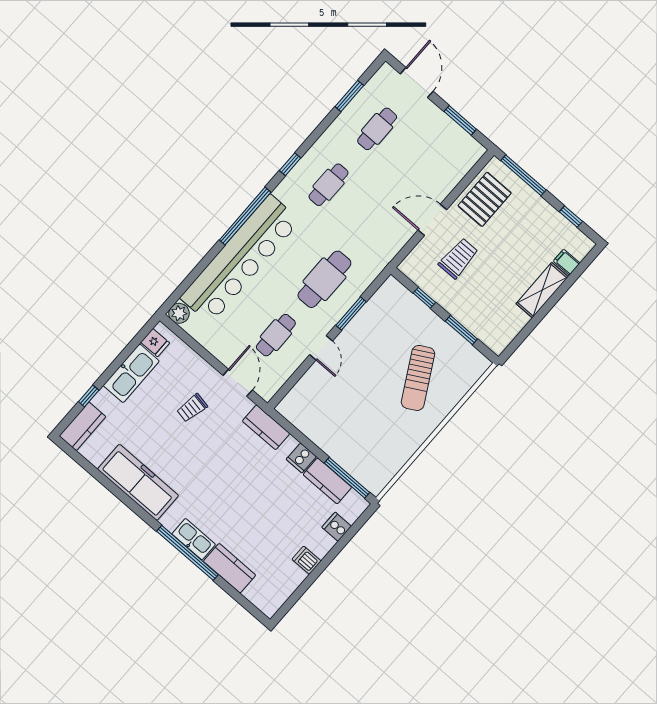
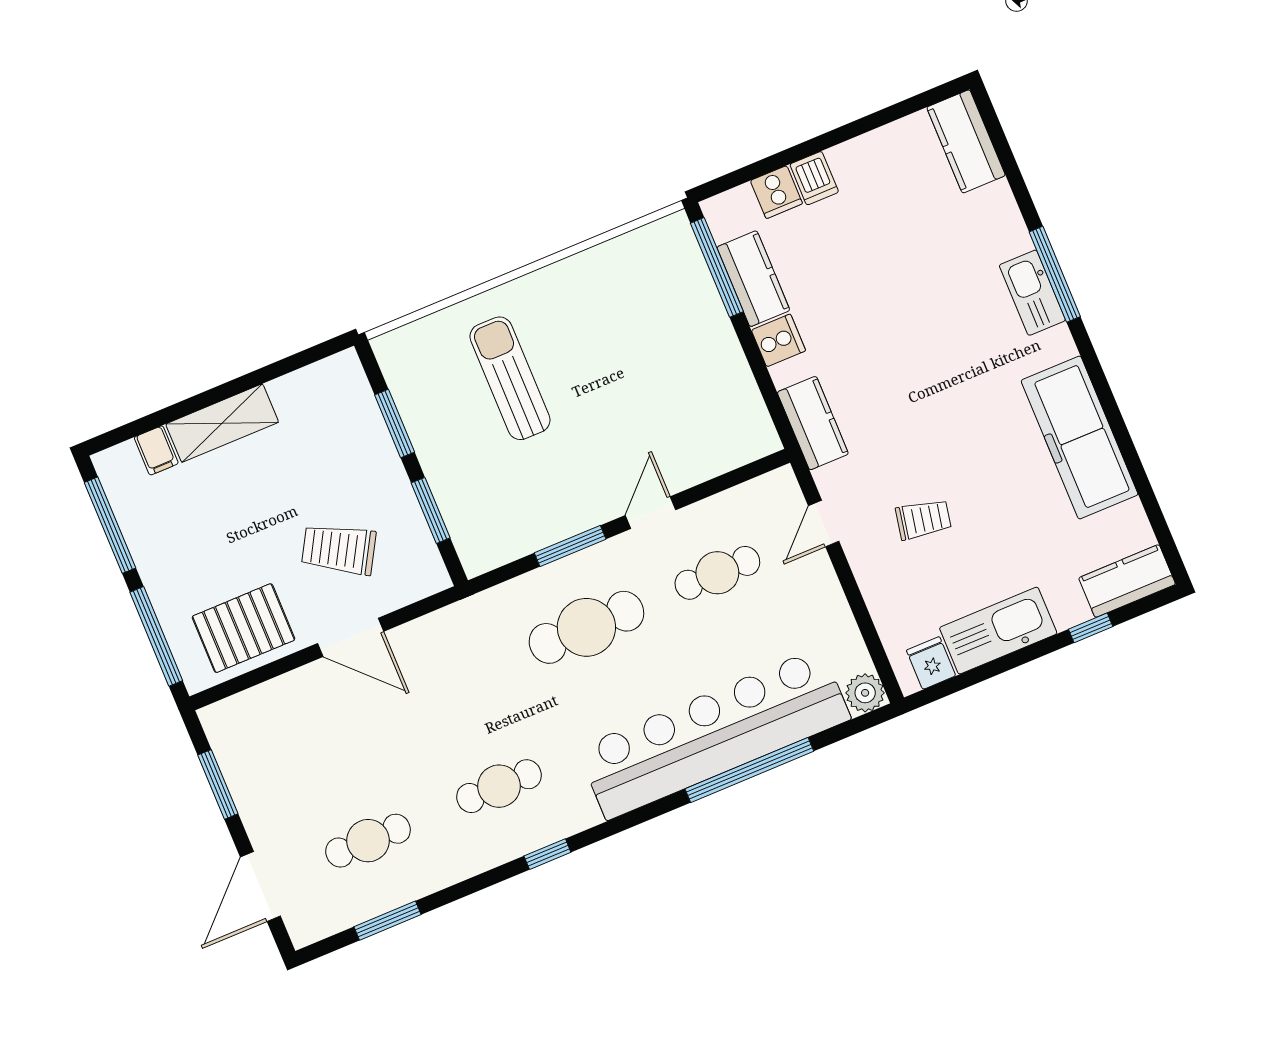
window: (245, 216) -> (749, 770), moved
window: (571, 216) -> (110, 525), width x2.17
trolley: (458, 258) -> (339, 549), turned 30
window: (424, 298) -> (431, 510), width x1.50
sun lounger: (418, 378) -> (510, 378), turned -61
door: (238, 383) -> (824, 524), width x0.73
window: (187, 553) -> (1055, 274), width x0.68
dishwasher: (306, 560) -> (814, 178), moved
kitchen counter: (230, 568) -> (966, 141), moved

